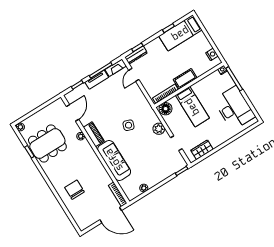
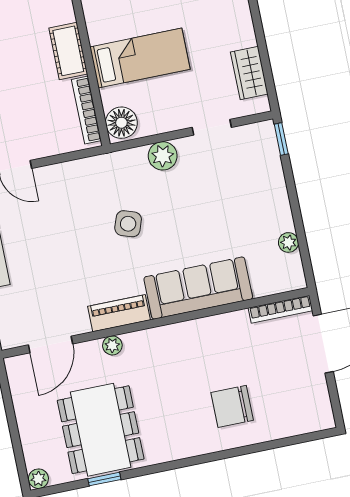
door: (72, 113) -> (51, 344), swing flipped

